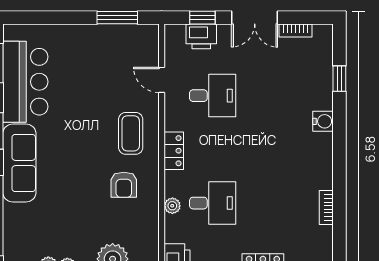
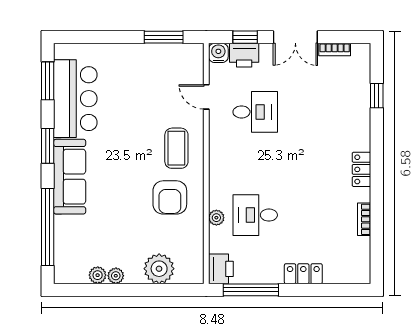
water cooler: (323, 121) -> (218, 53), moved, turned -90
locker: (174, 151) -> (362, 169), moved, turned 180
armchair: (124, 185) -> (170, 197), width x1.38, depth x1.38
desk: (213, 203) -> (255, 215), turned 180

